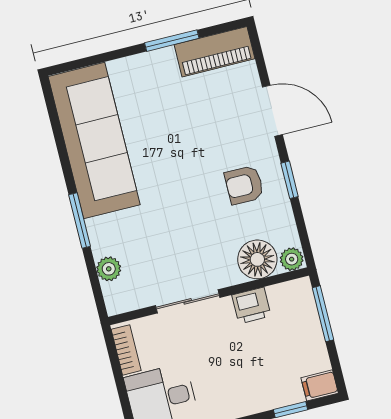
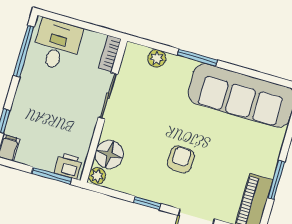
armchair: (244, 185) -> (181, 159), moved
printer: (251, 306) -> (68, 166), moved, turned 90
bookcase: (126, 350) -> (110, 54), moved, turned 90

